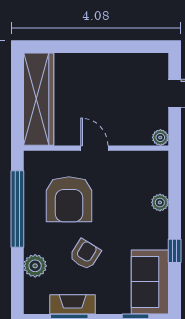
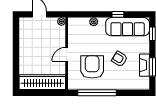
armchair: (69, 199) -> (92, 67), turned -90
plant: (35, 266) -> (125, 84), removed
sofa: (150, 282) -> (128, 27), width x1.36

